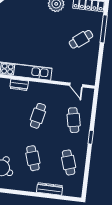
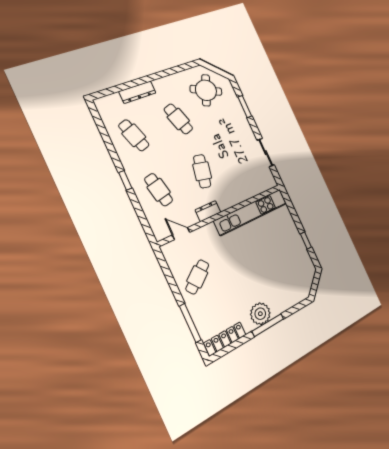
cafe table: (81, 39) -> (197, 277), moved
dresser: (19, 85) -> (208, 211), moved

